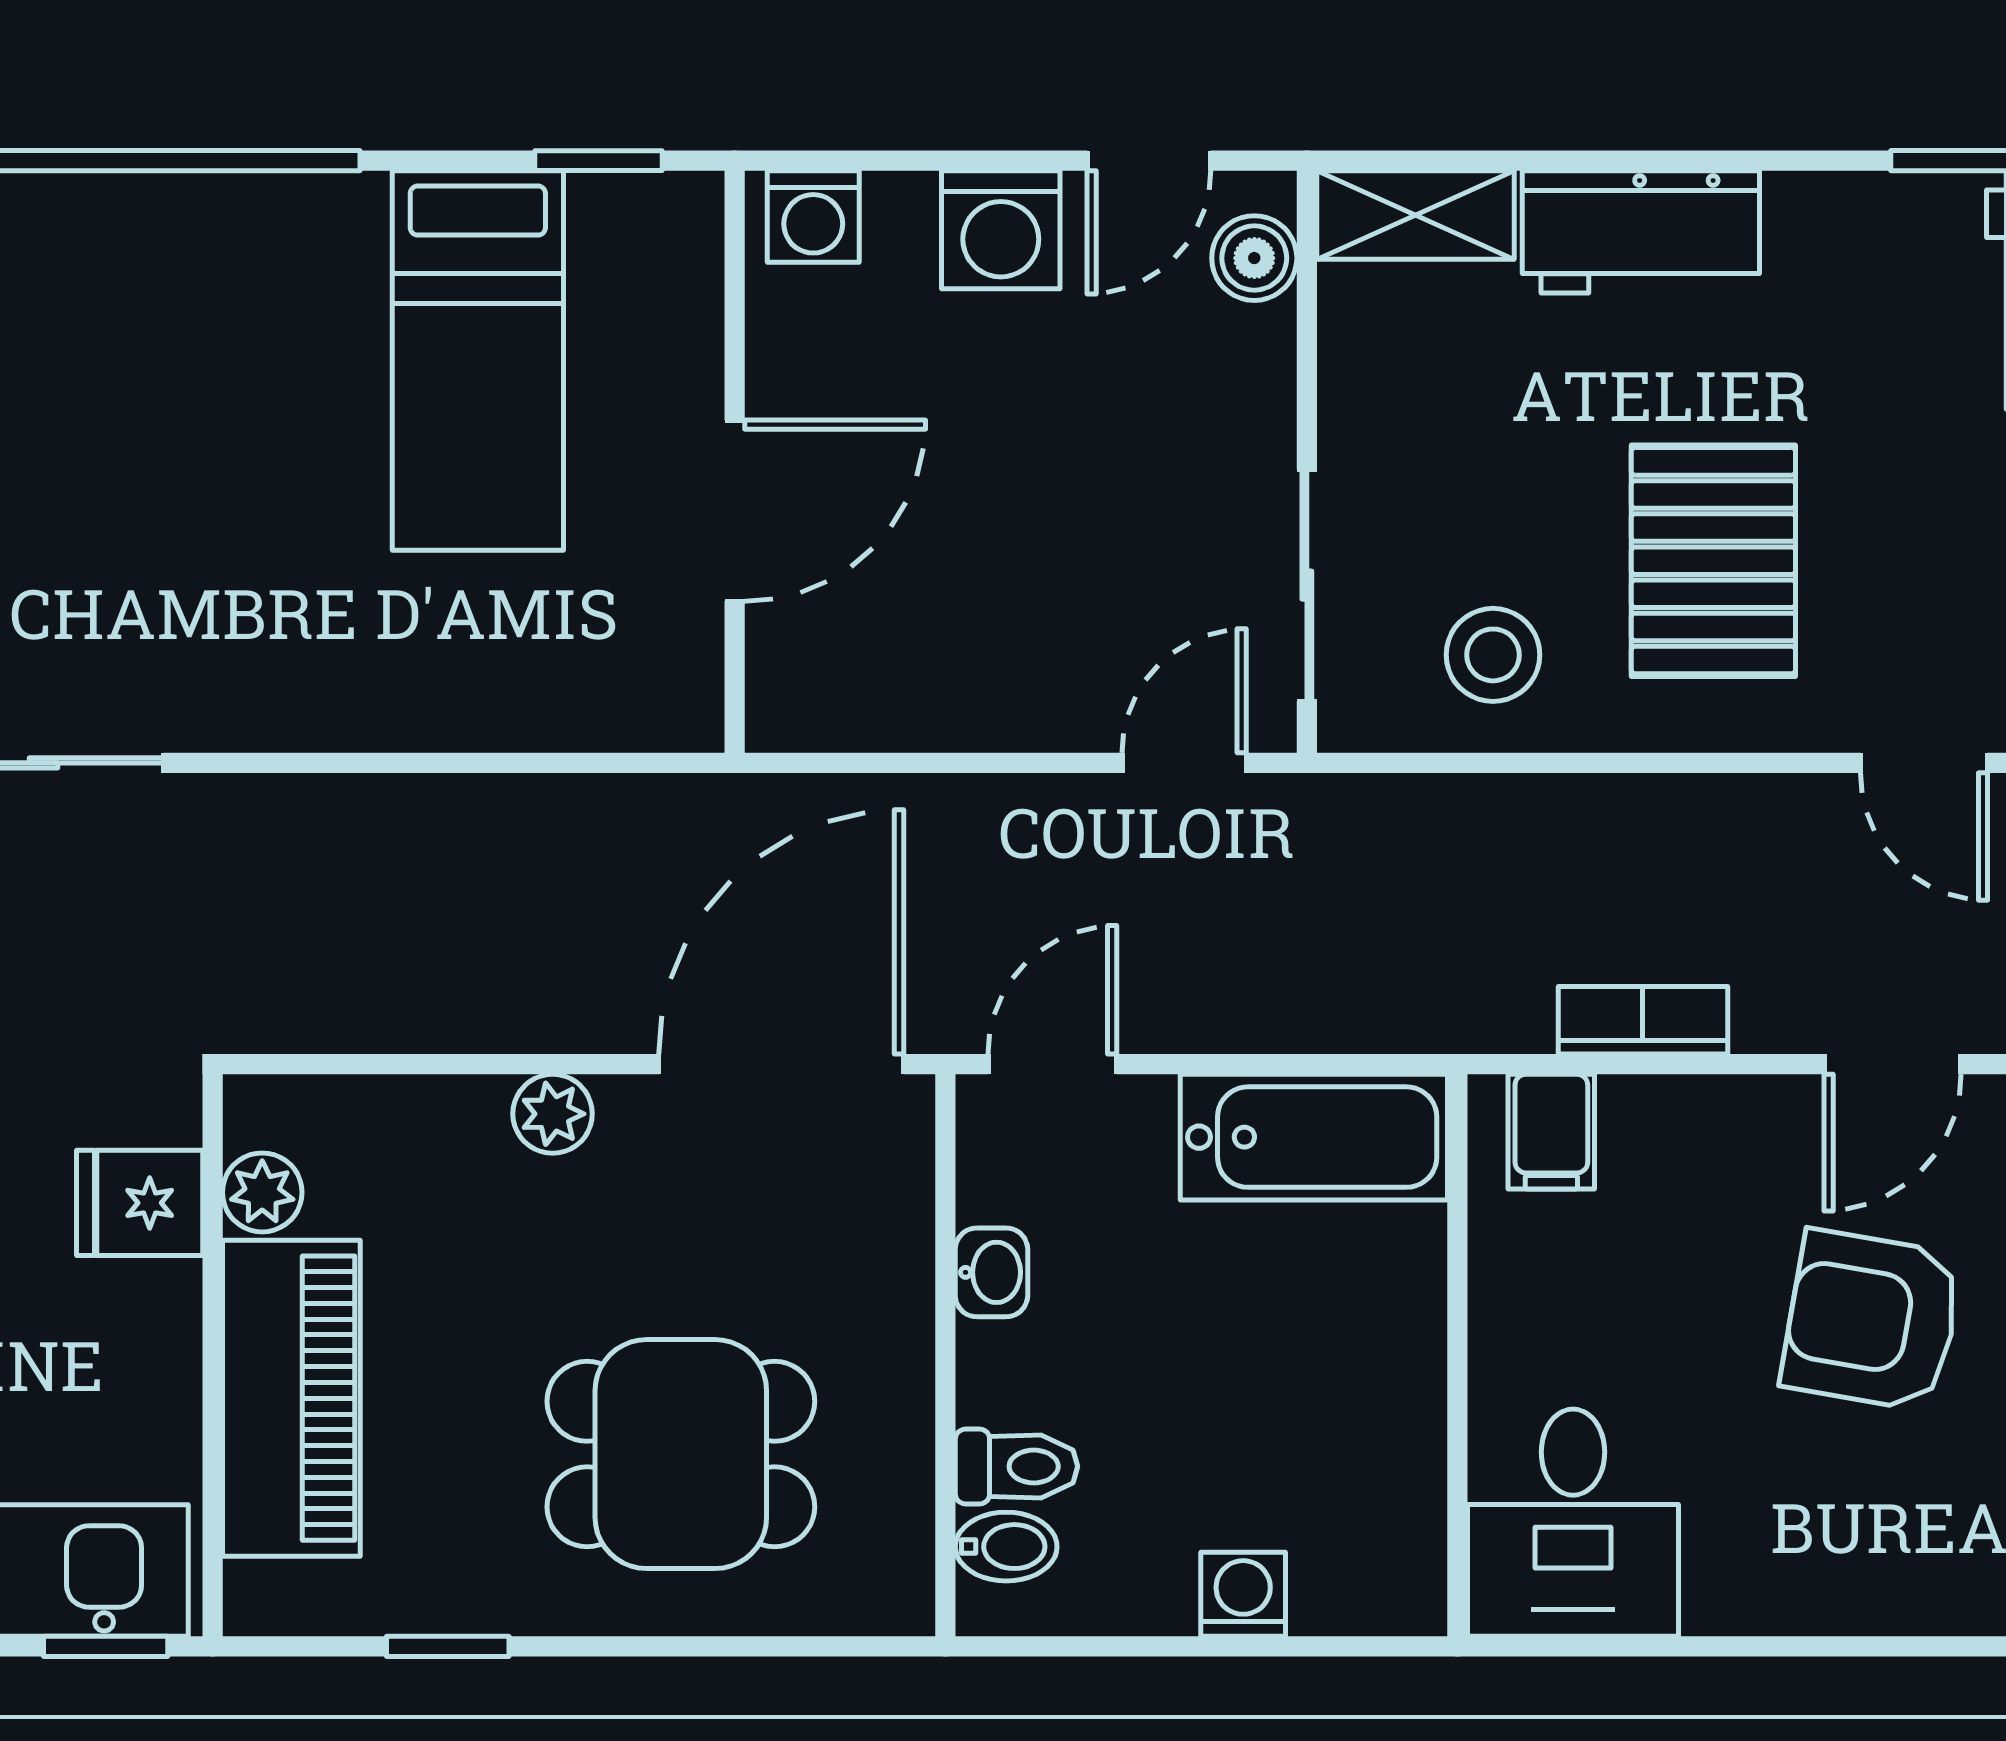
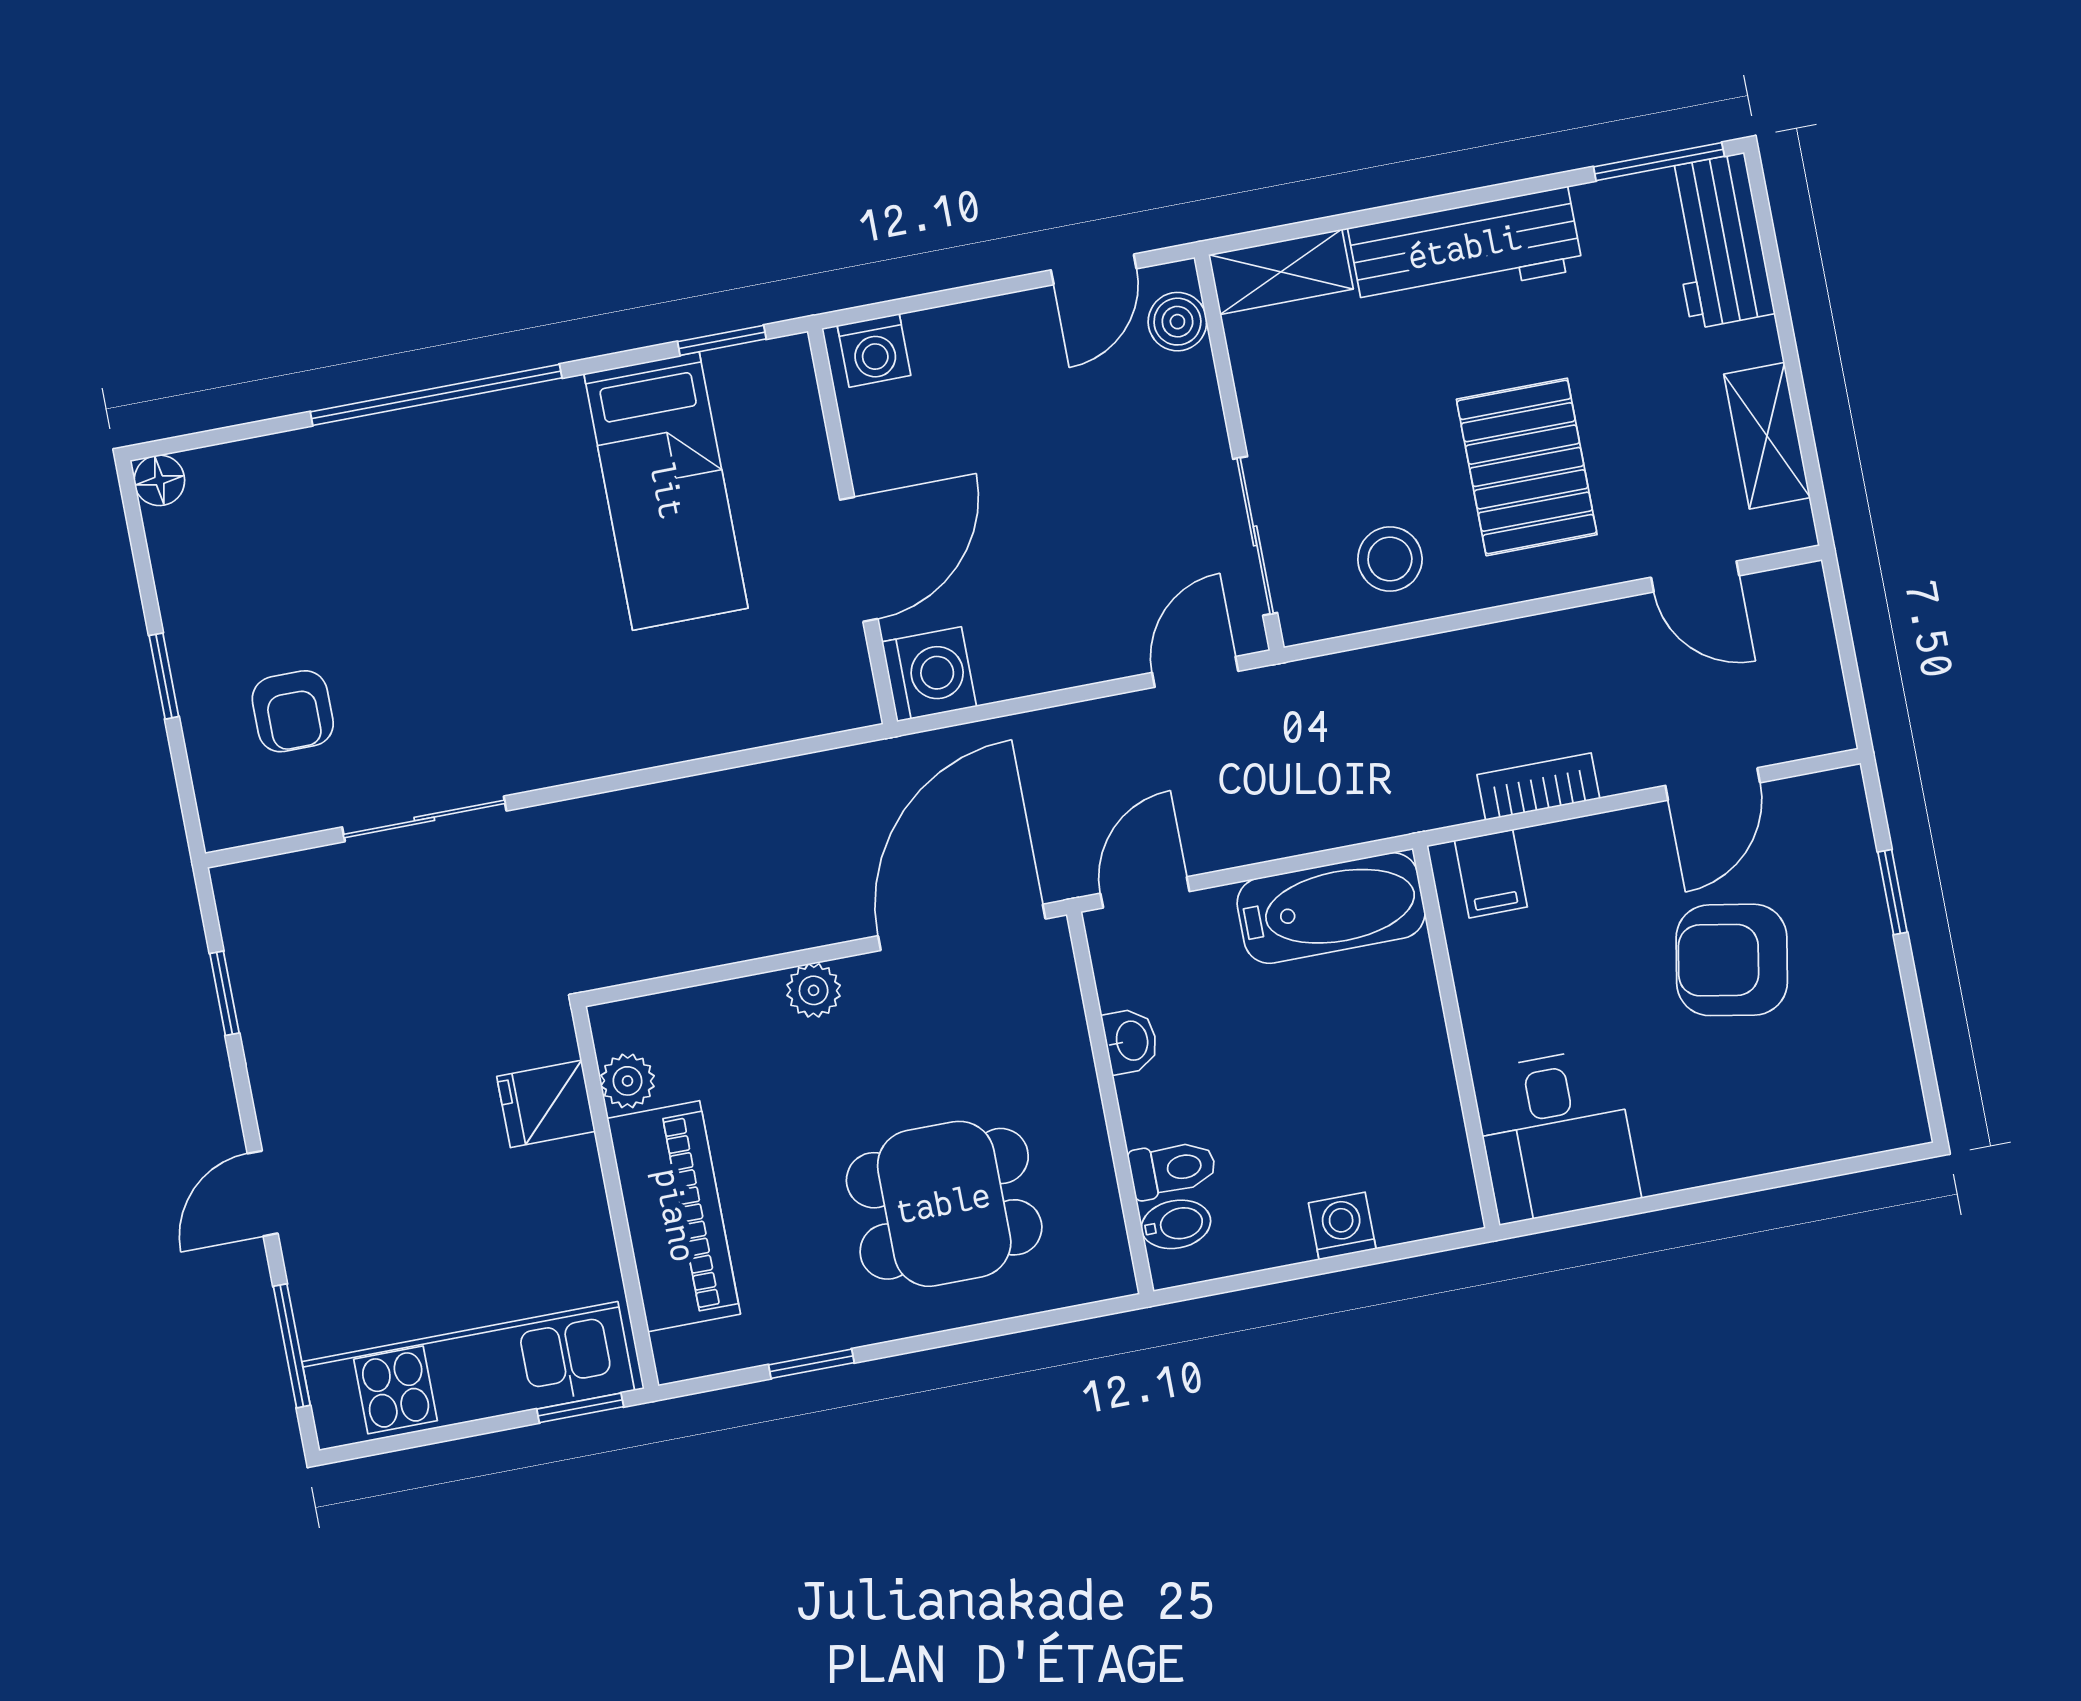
washing machine: (1001, 230) -> (929, 674), moved, turned -90
workbench: (1641, 232) -> (1465, 248), width x1.38

